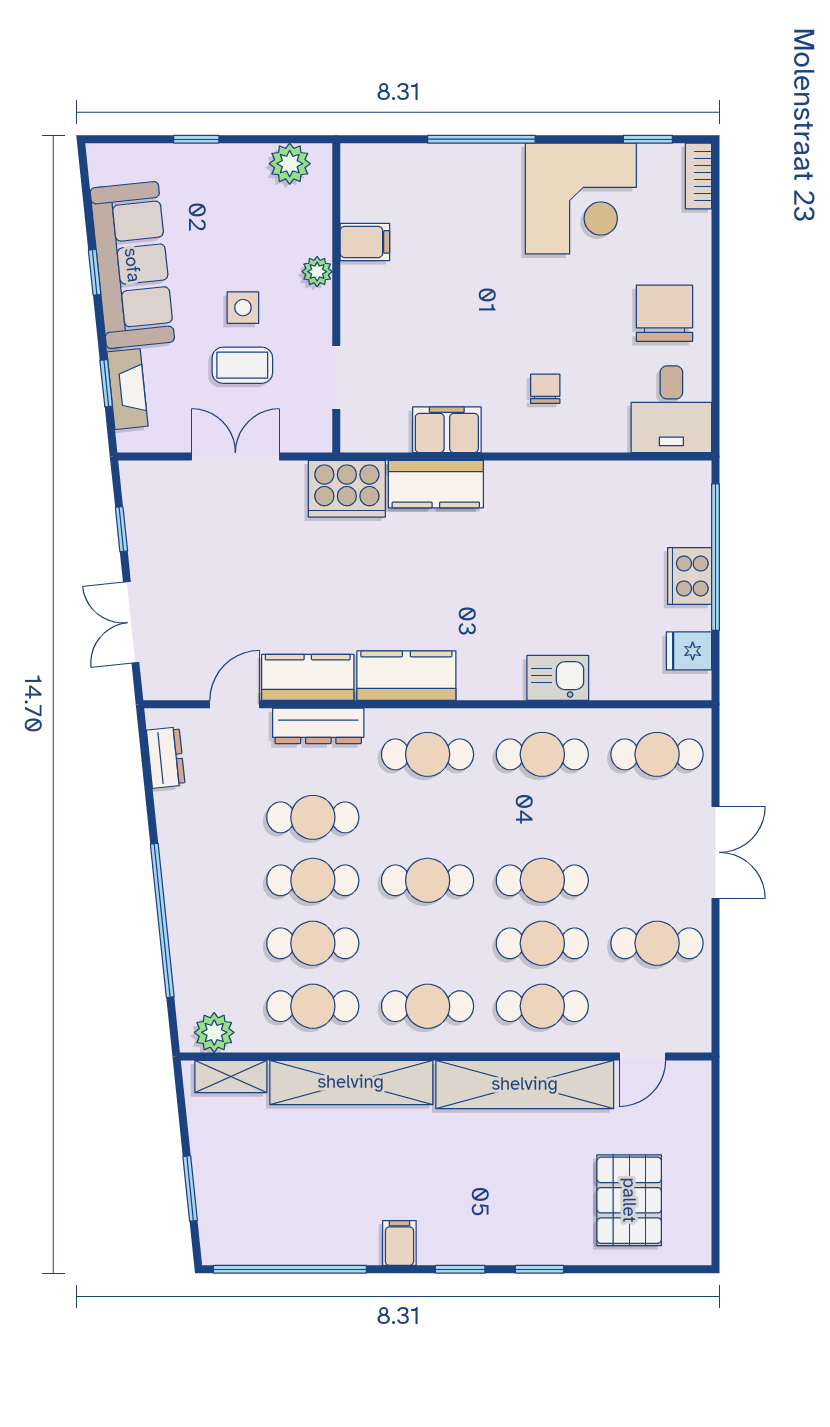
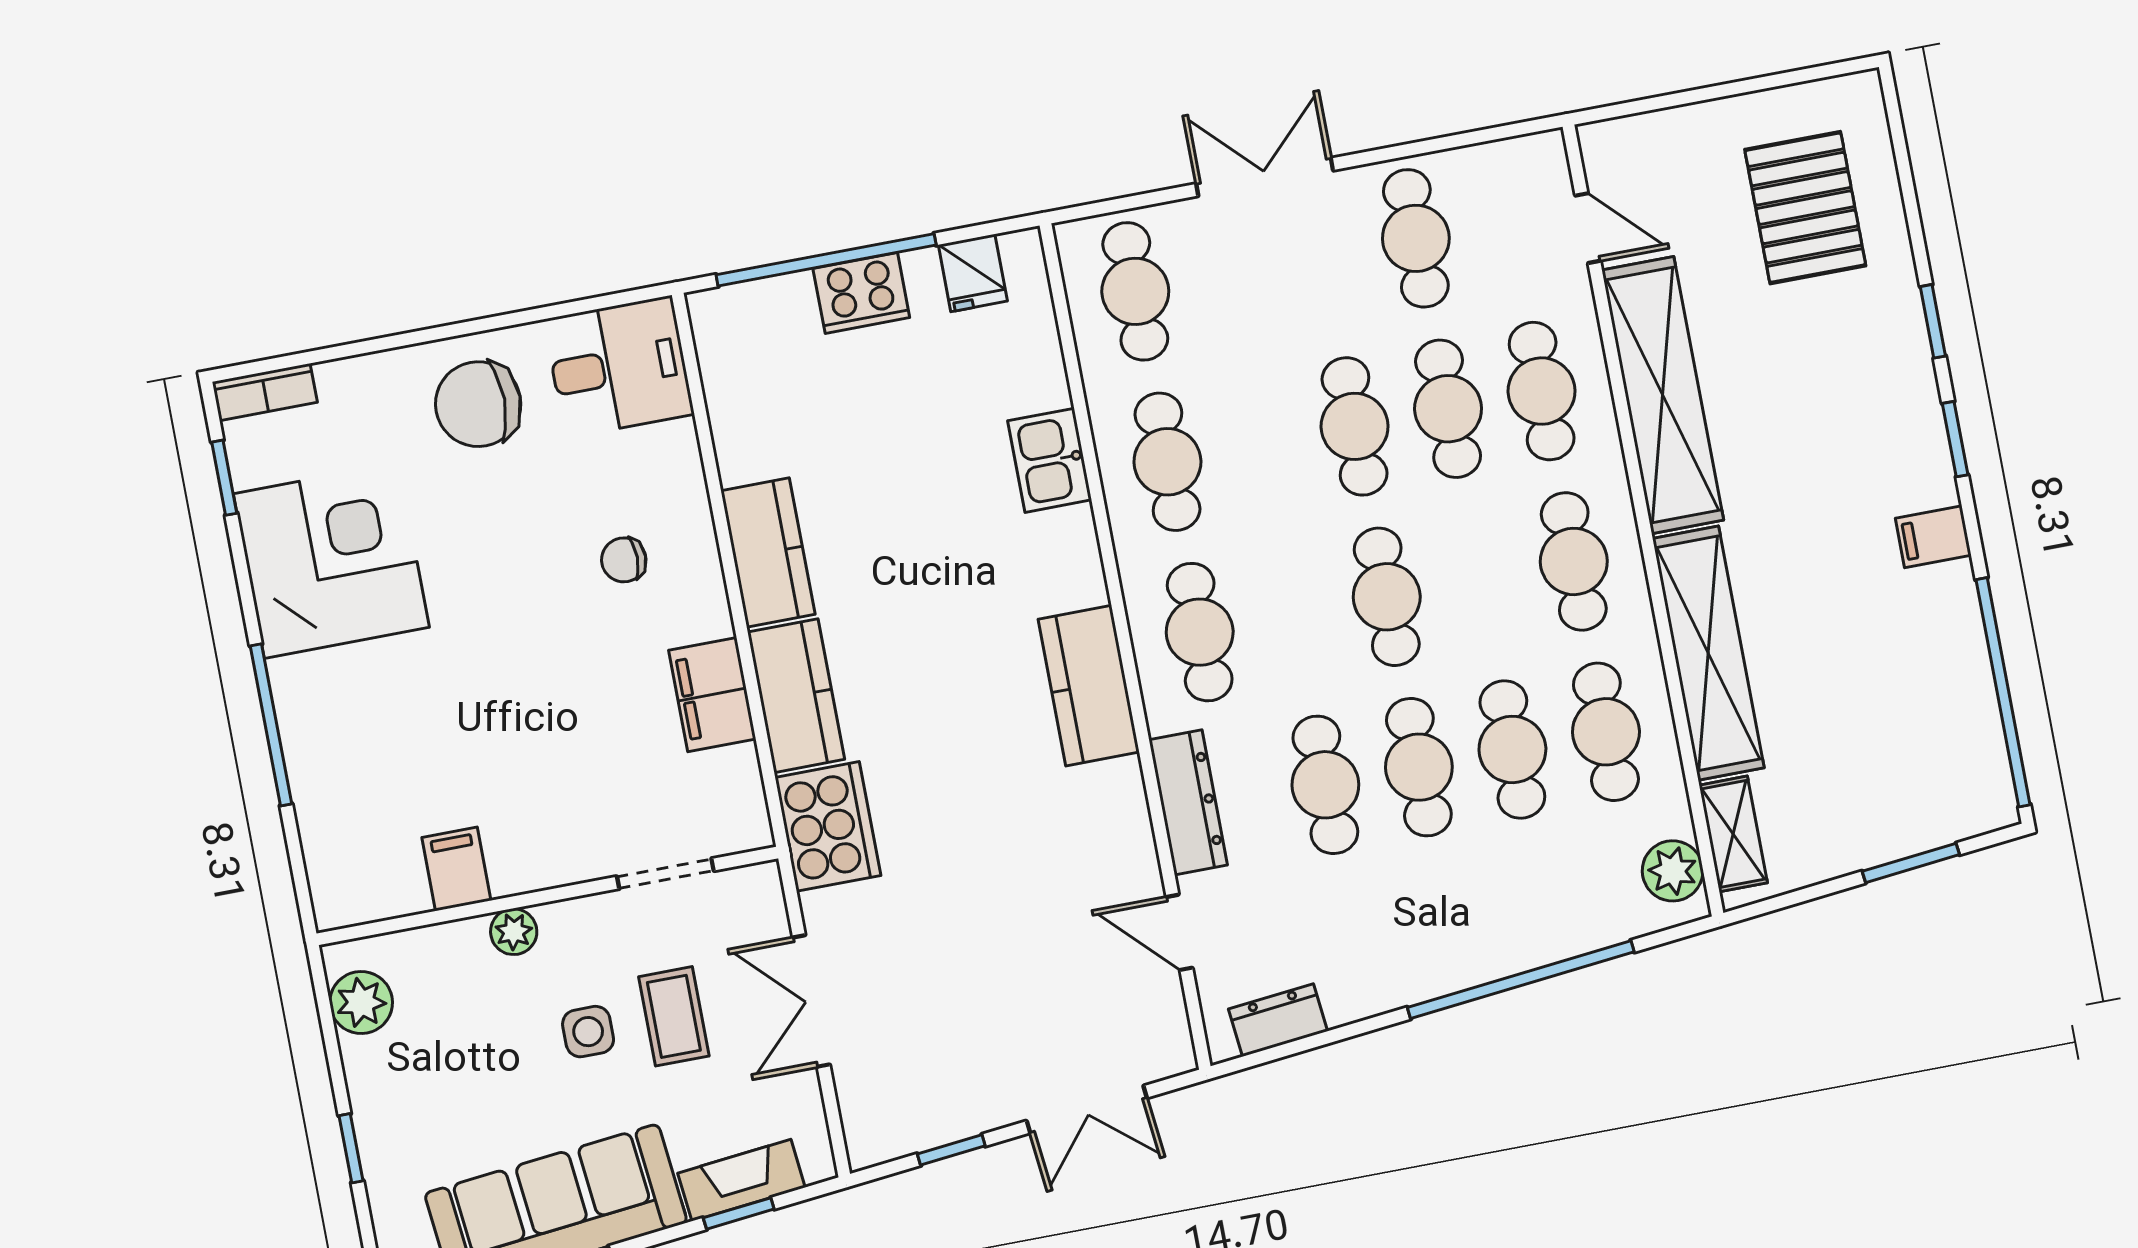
kitchen counter: (308, 677) -> (768, 552), moved, turned 180
pallet: (629, 1200) -> (1805, 208), turned 90

